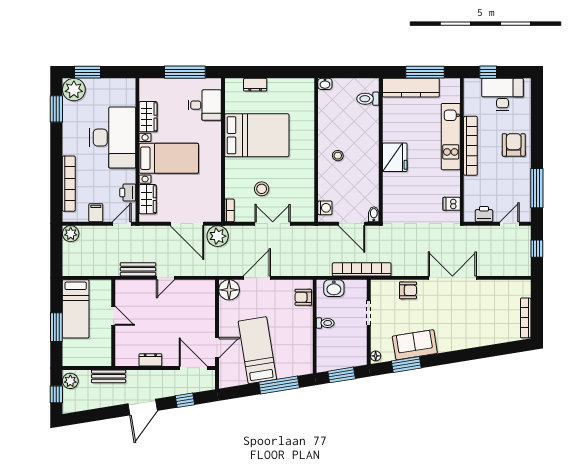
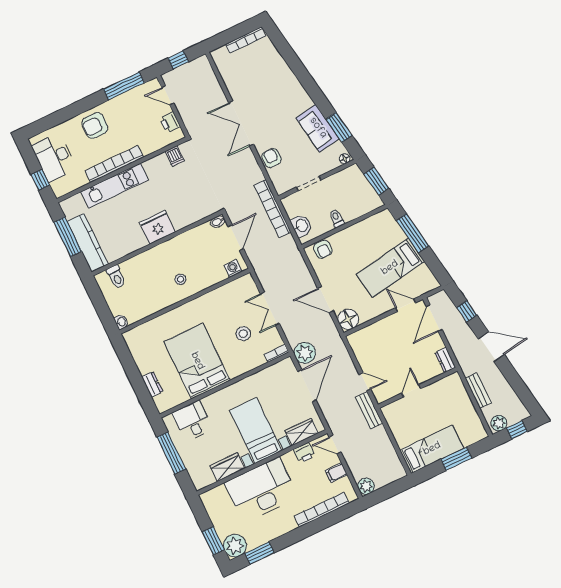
door: (113, 316) -> (411, 391), moved
wall: (113, 323) -> (418, 388), moved

